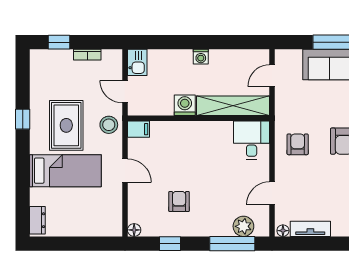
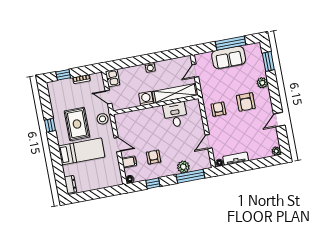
filing cabinet: (139, 129) -> (129, 162), moved
desk: (252, 140) -> (175, 115), moved
plant: (243, 226) -> (183, 167), moved

